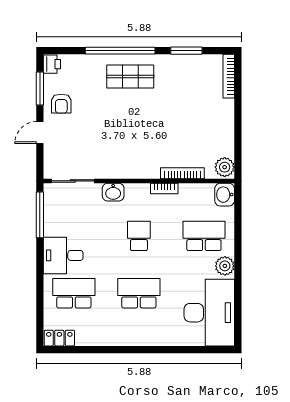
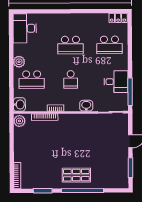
printer: (52, 64) -> (123, 182), removed
armchair: (61, 104) -> (118, 159), removed
desk: (63, 255) -> (116, 82), moved
desk: (209, 313) -> (25, 28), width x0.73, depth x0.77

